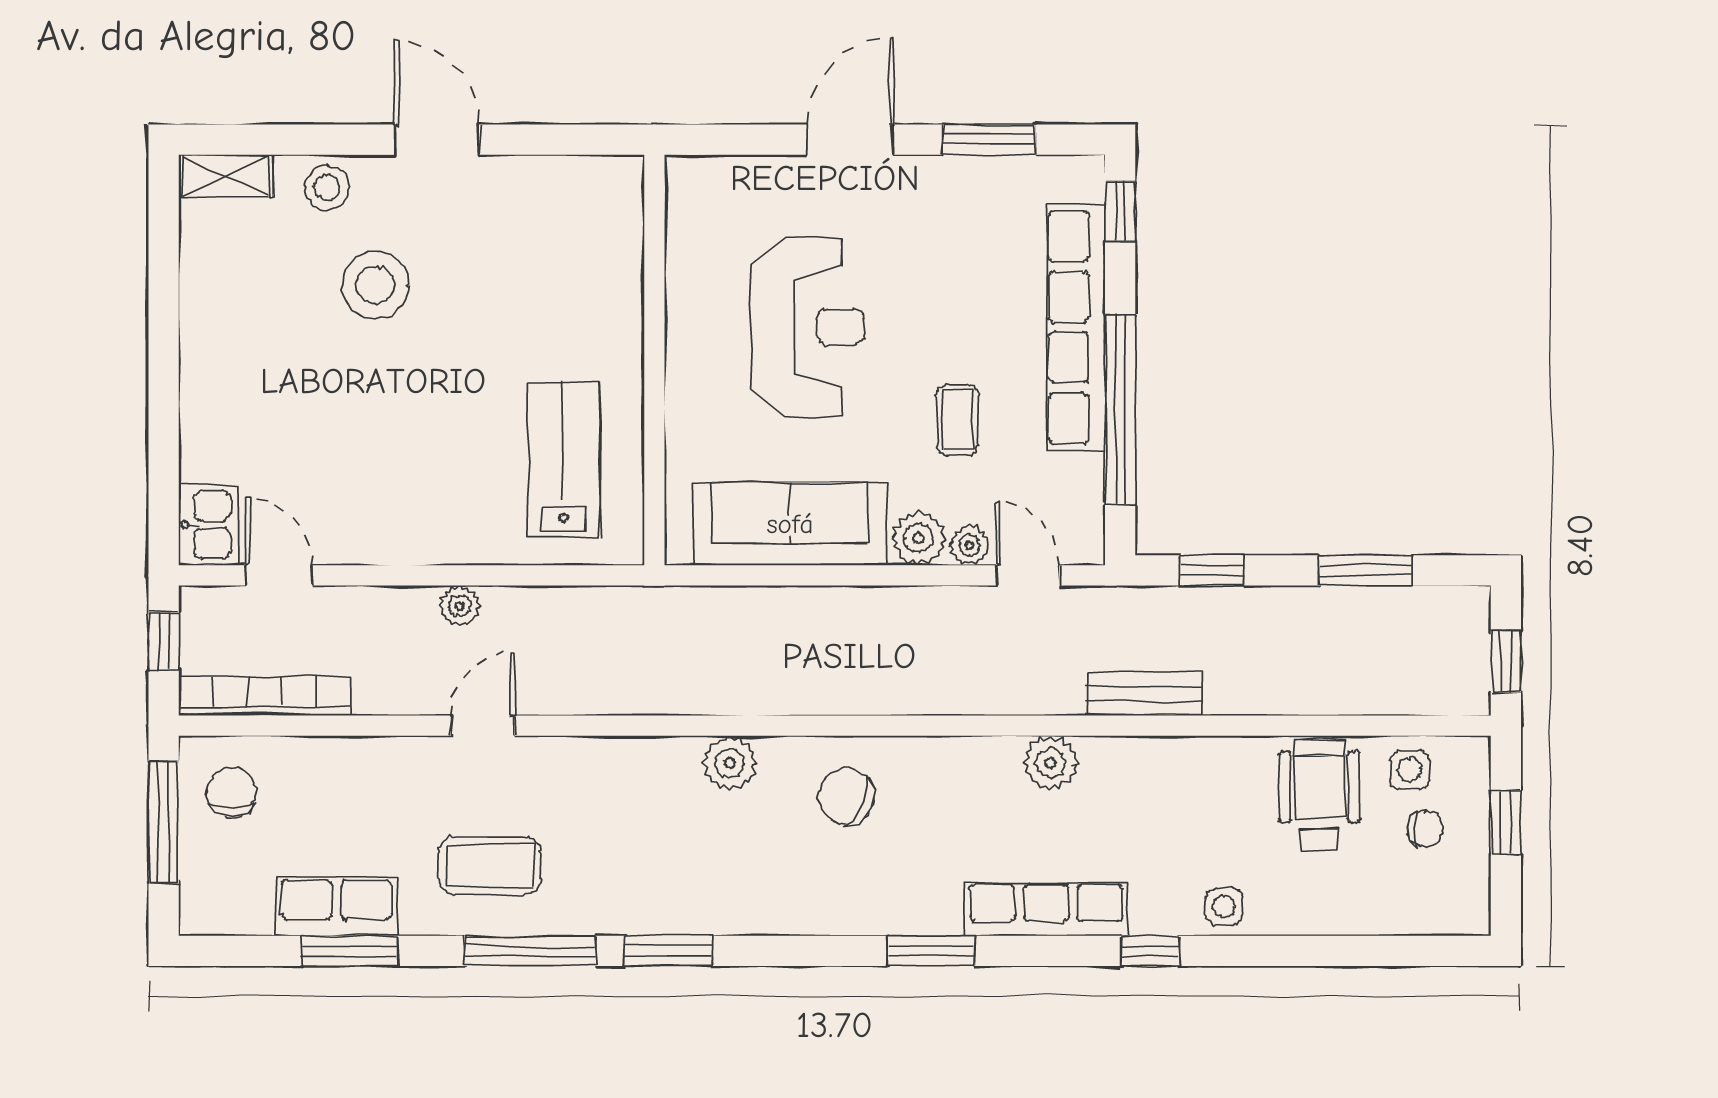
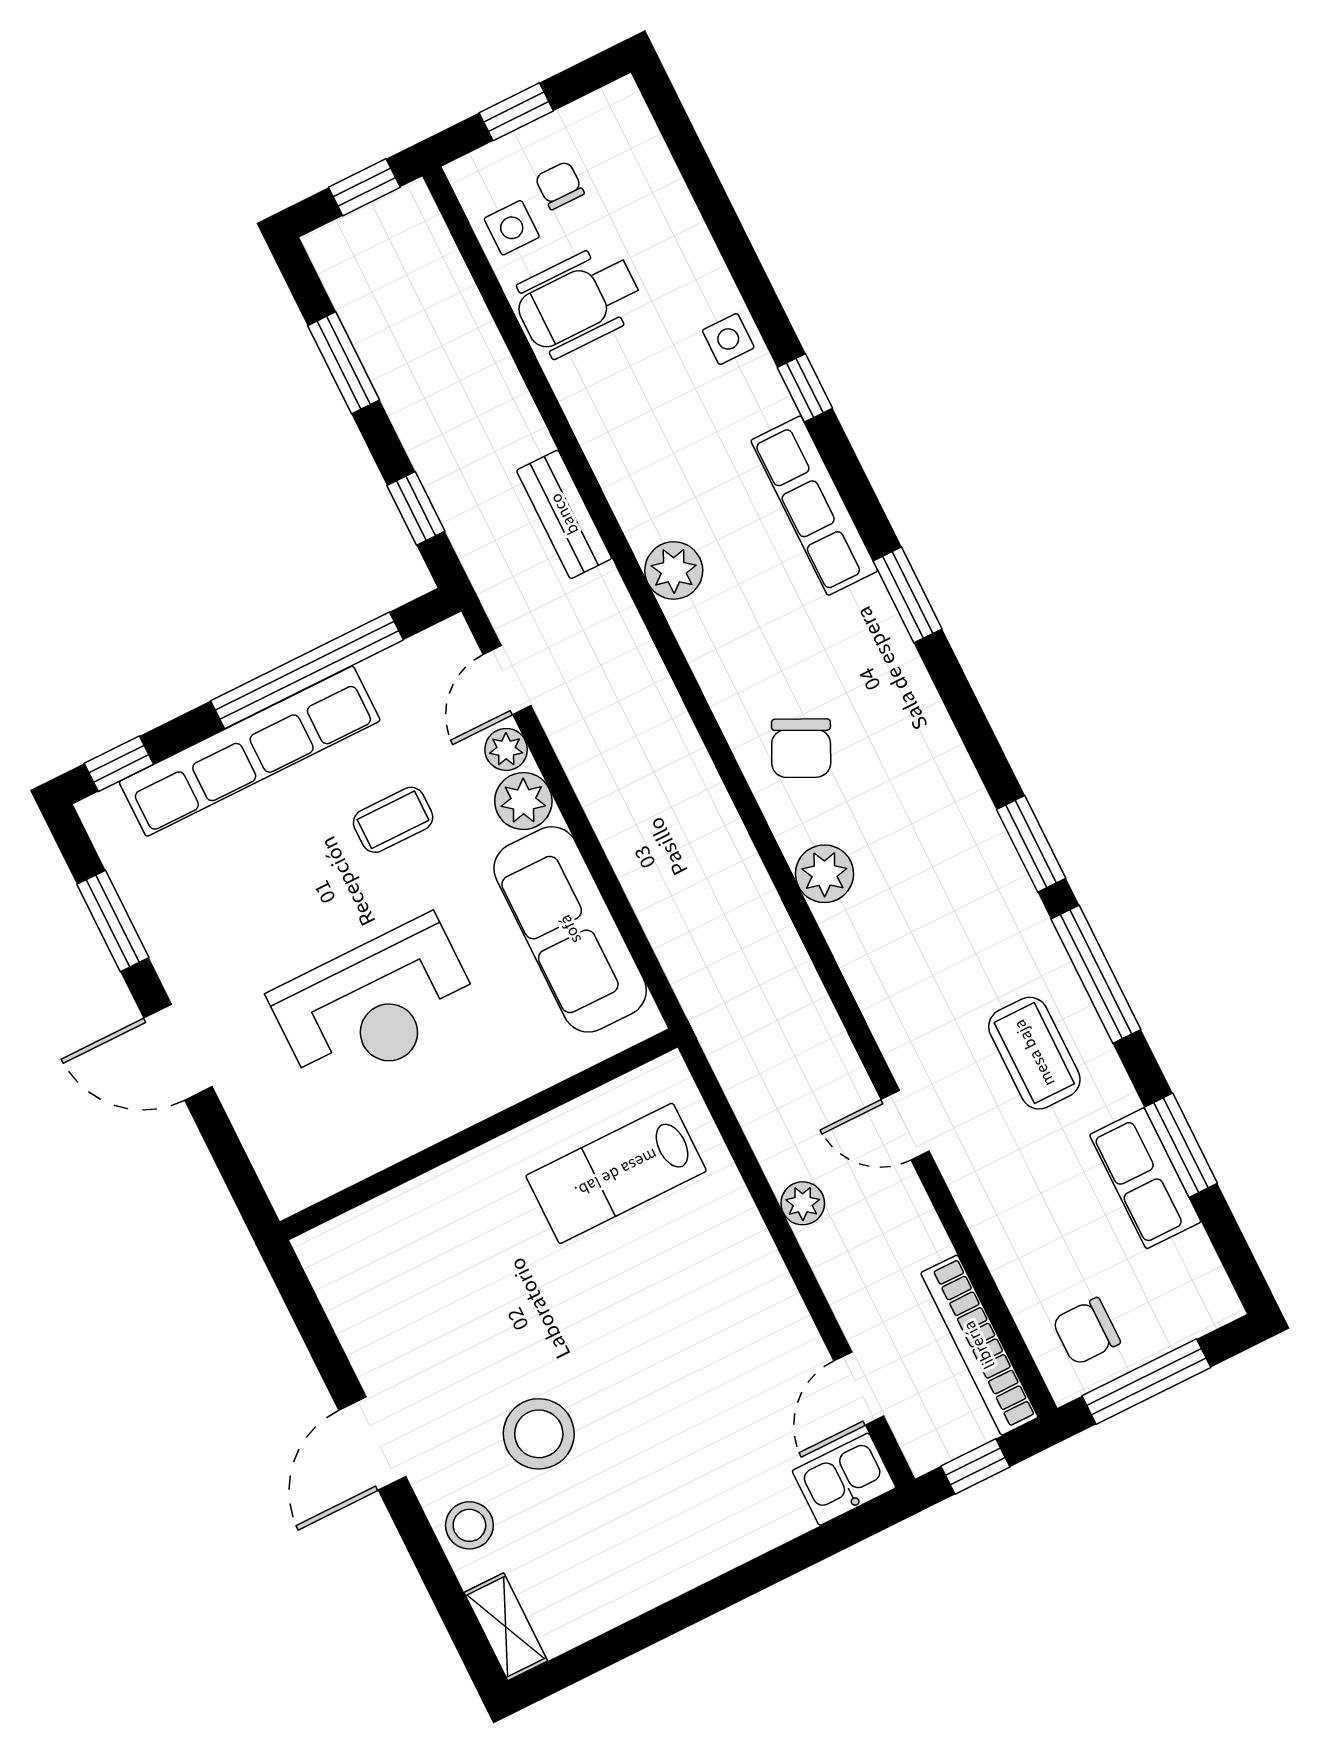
reception desk: (808, 327) -> (375, 1005), turned 180

